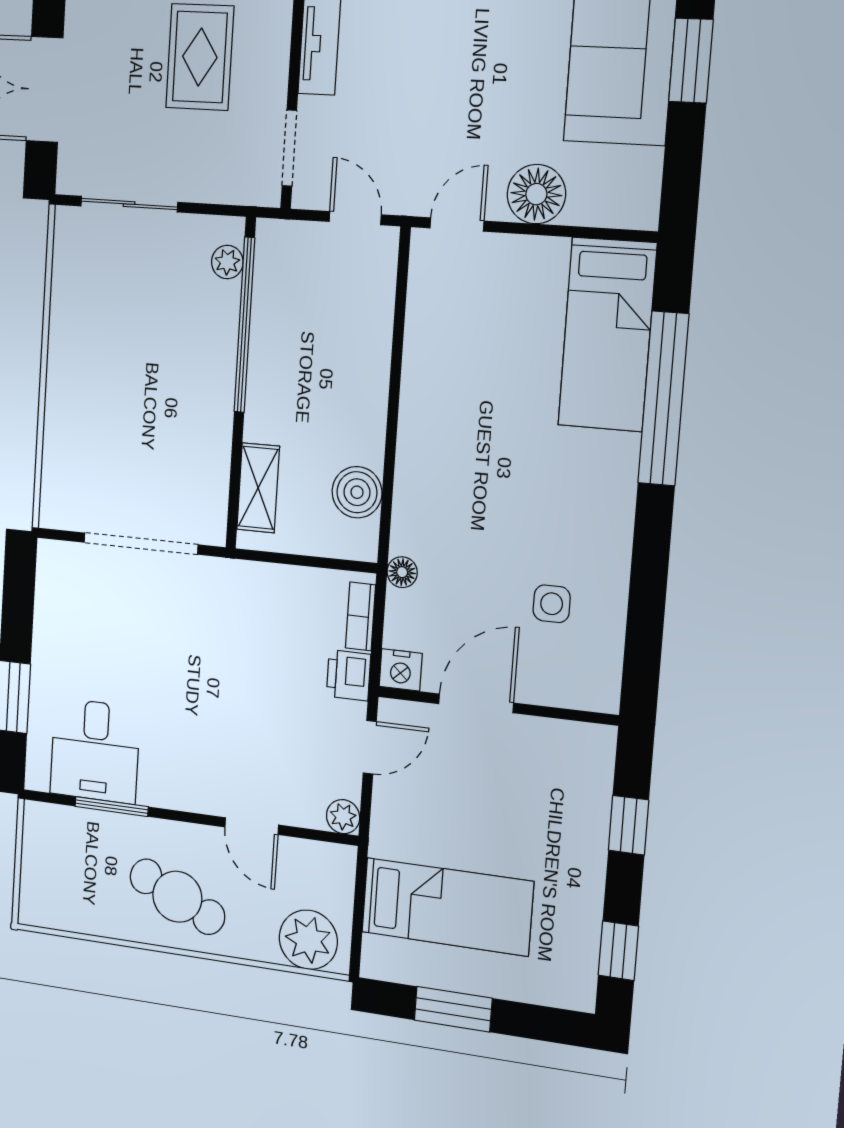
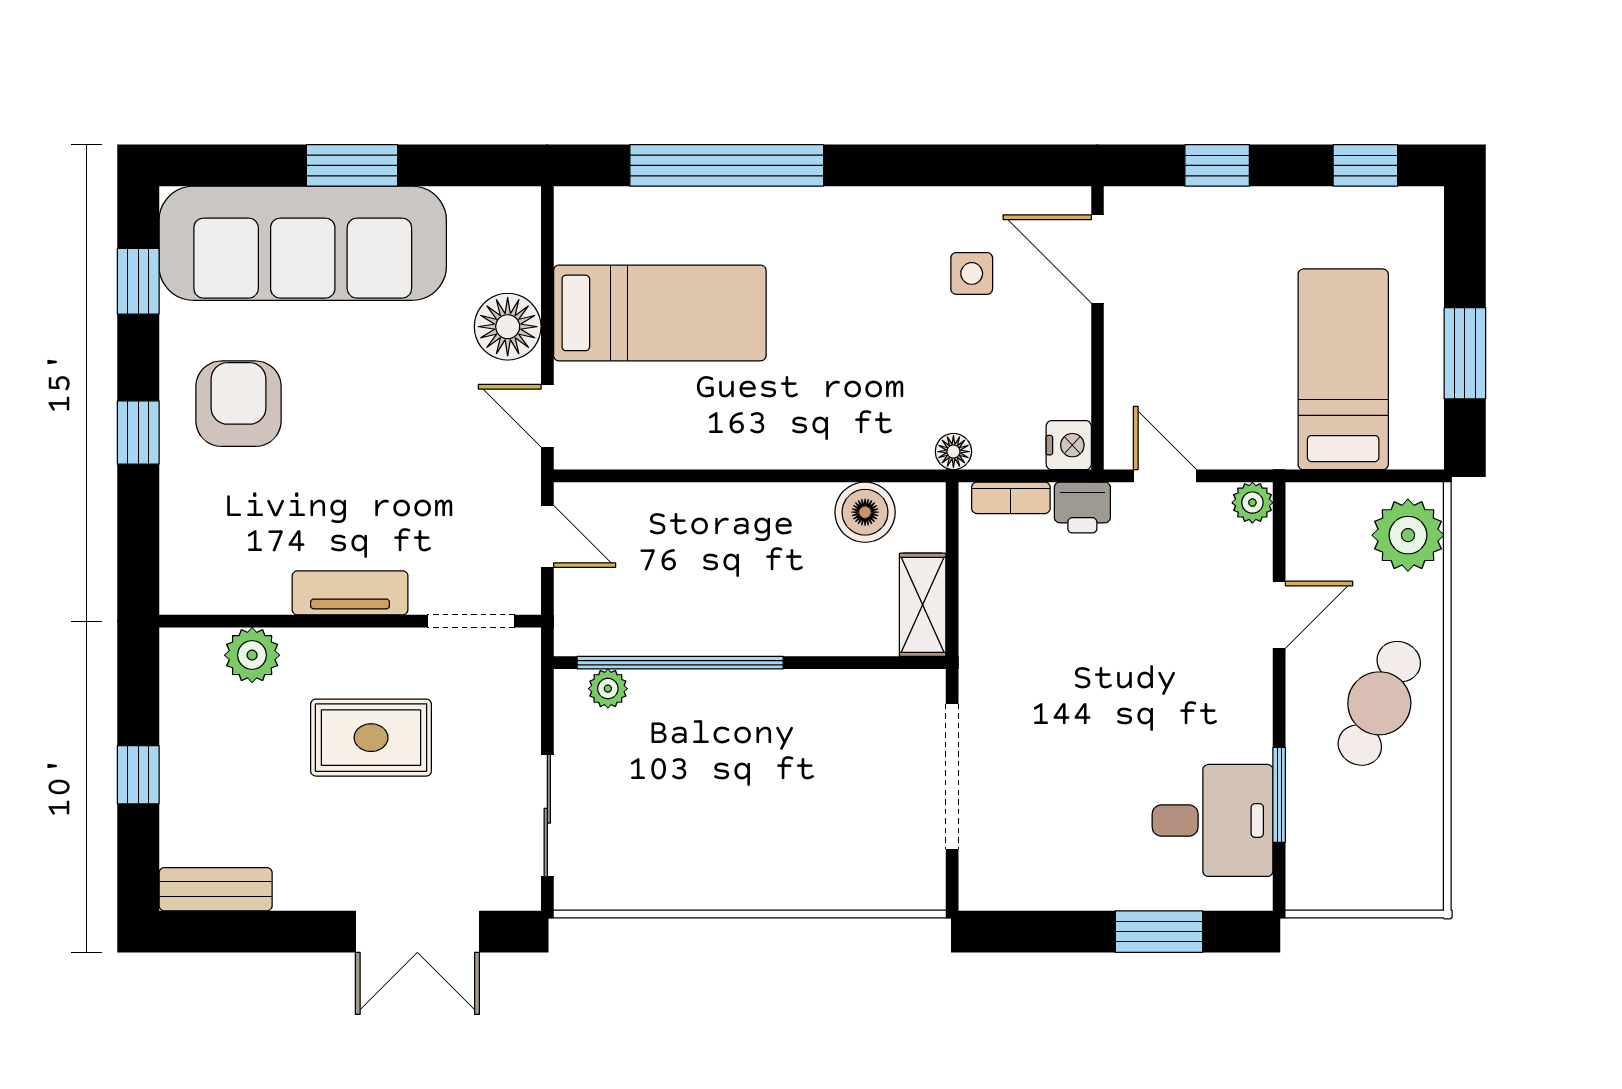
door: (355, 218) -> (547, 536), swing flipped
bed: (607, 335) -> (660, 313), moved
shelving: (258, 488) -> (923, 605), moved, turned 90
door: (476, 703) -> (1097, 259), moved

